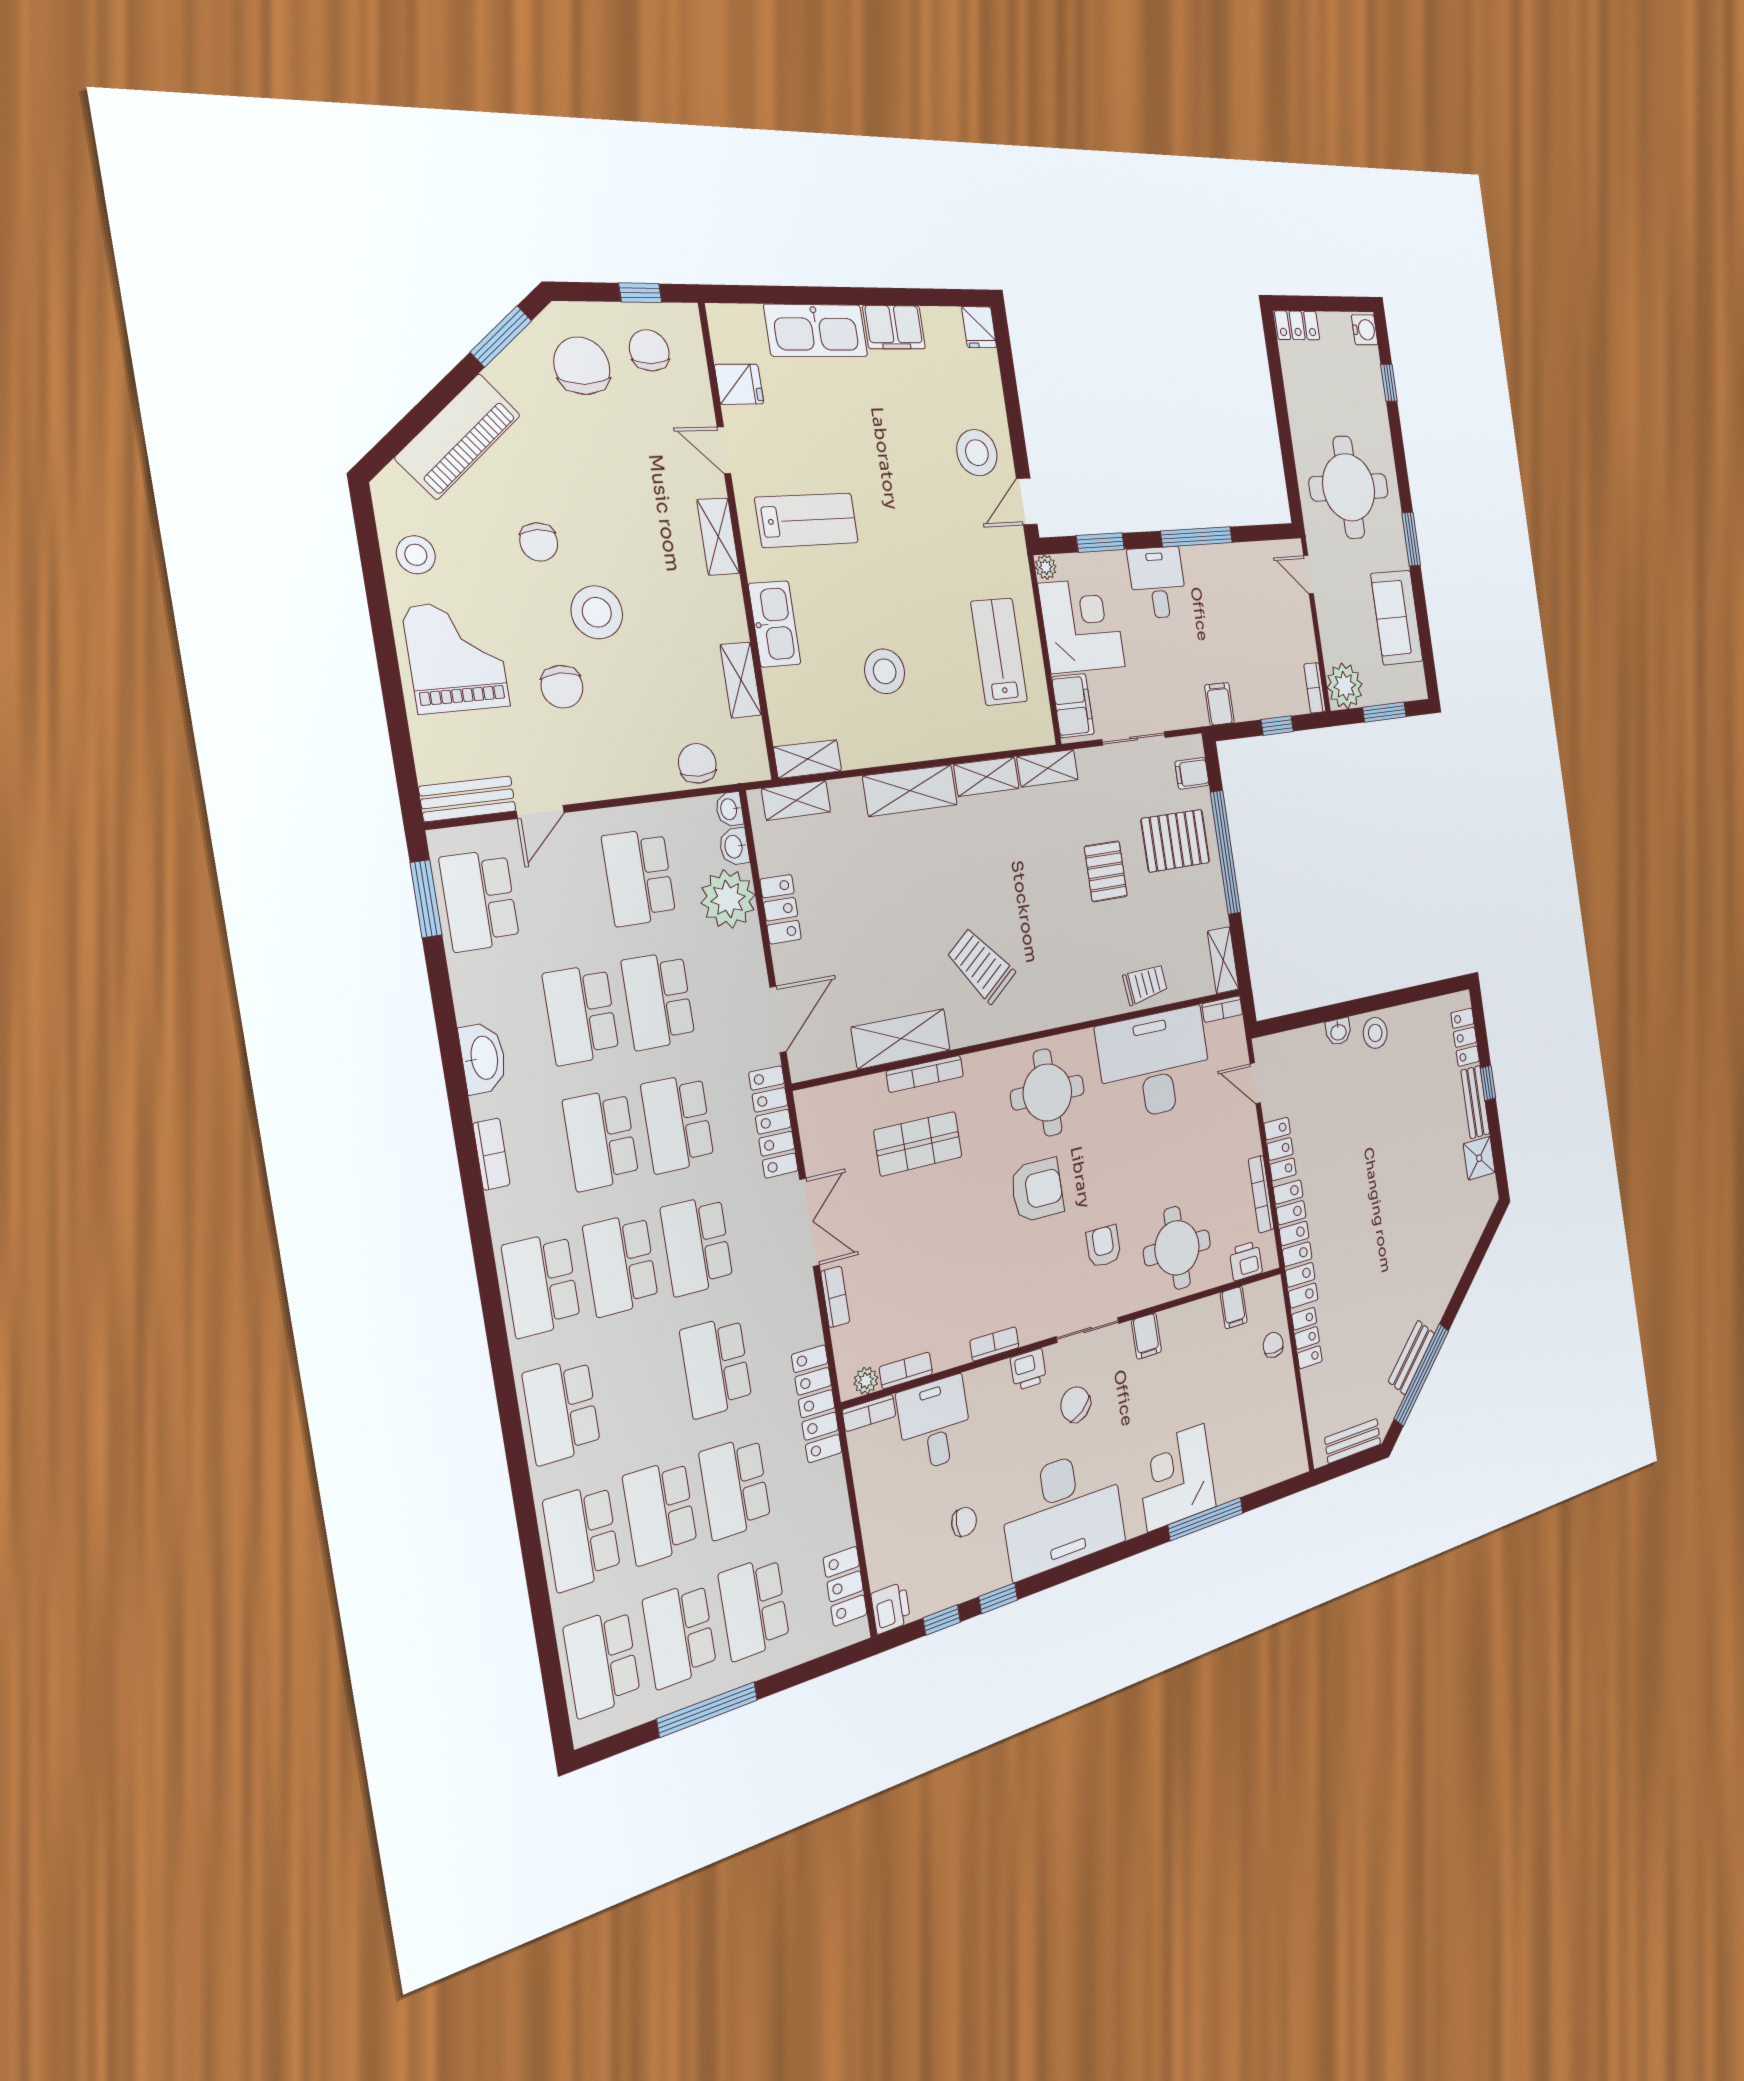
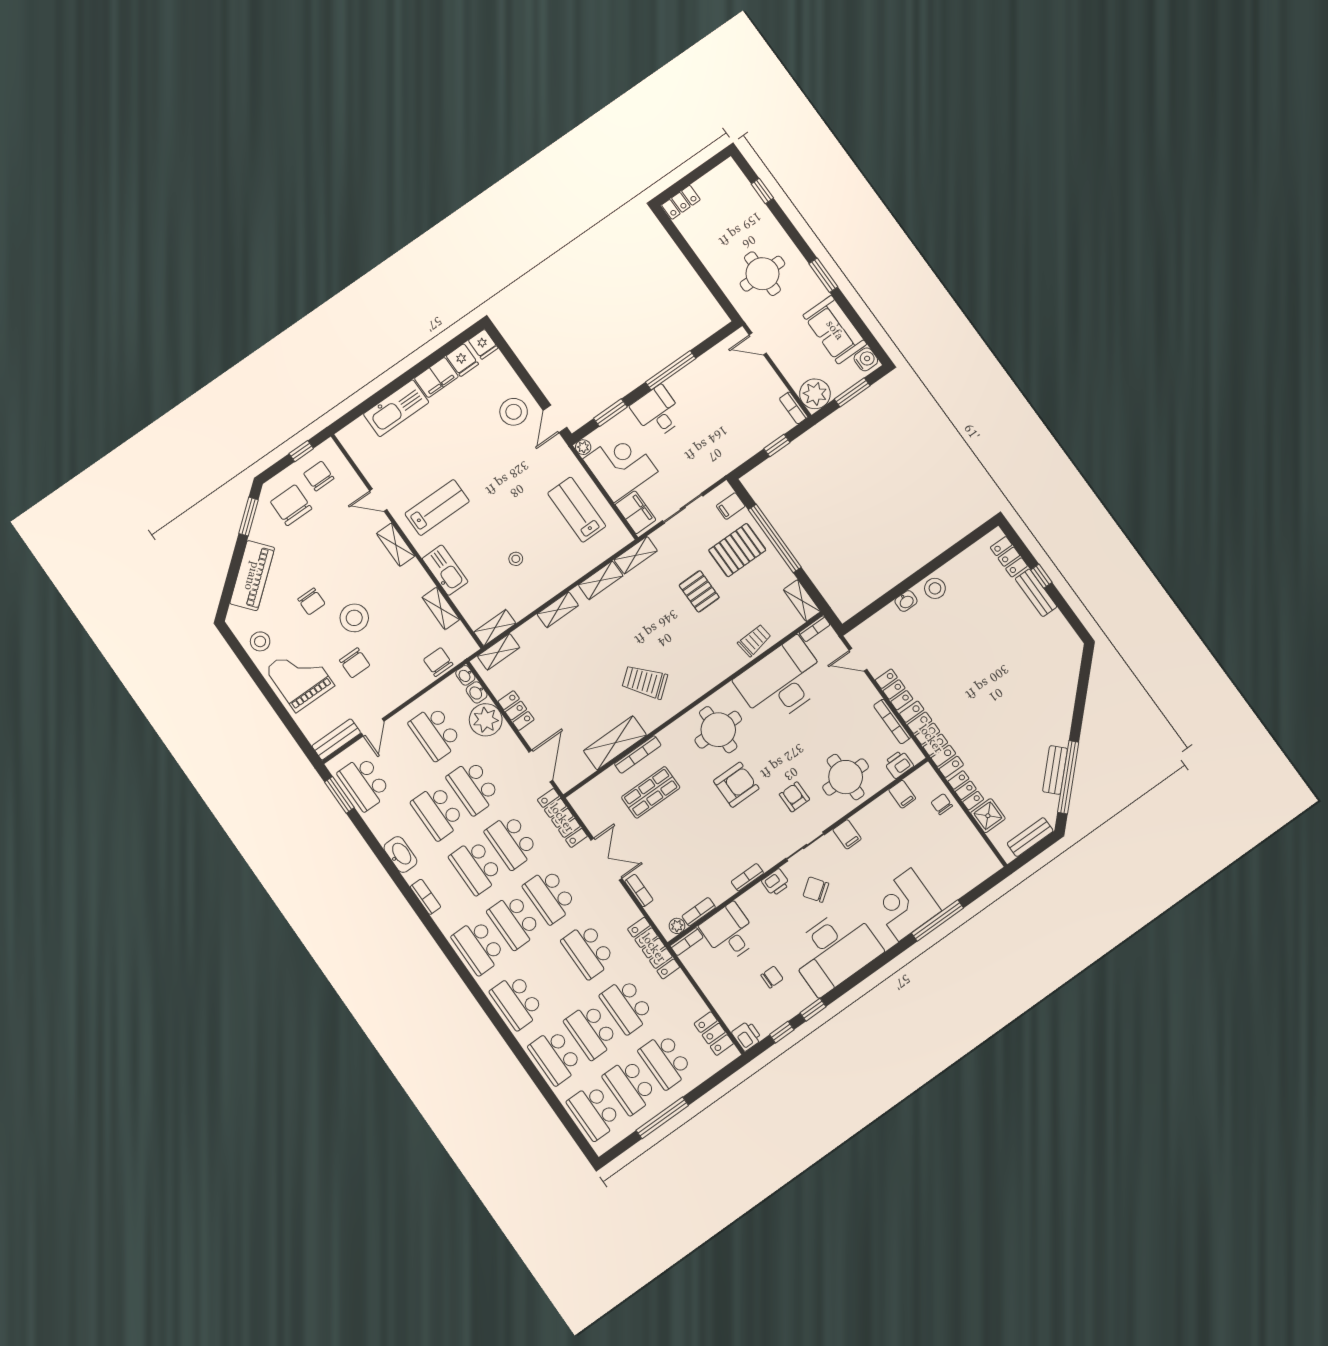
water cooler: (1365, 330) -> (866, 359), moved
fridge: (739, 384) -> (462, 360), moved, turned 90
round table: (1349, 487) -> (762, 274), width x0.73, depth x0.73
stool: (885, 671) -> (516, 559), width x0.53, depth x0.53
filing cabinet: (1219, 704) -> (731, 456), removed
shelving: (910, 790) -> (558, 610), width x0.67, depth x0.75
shower: (1479, 1158) -> (988, 816), moved

